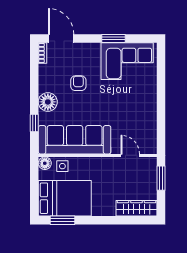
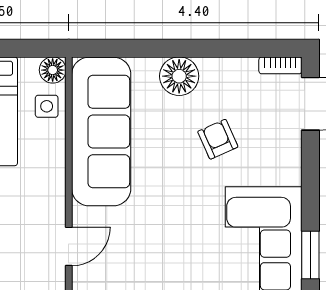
window: (114, 38) -> (310, 255), moved
armchair: (78, 83) -> (218, 139), turned -114
window: (34, 123) -> (136, 48), removed

